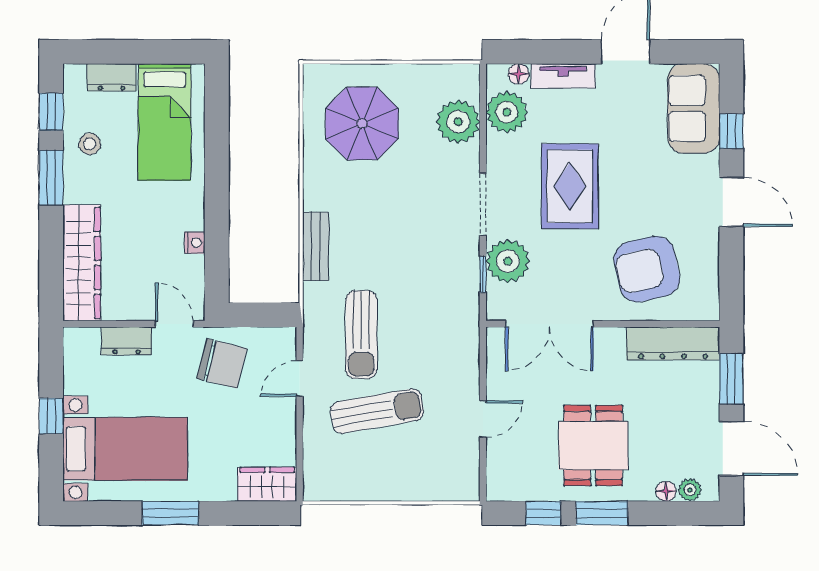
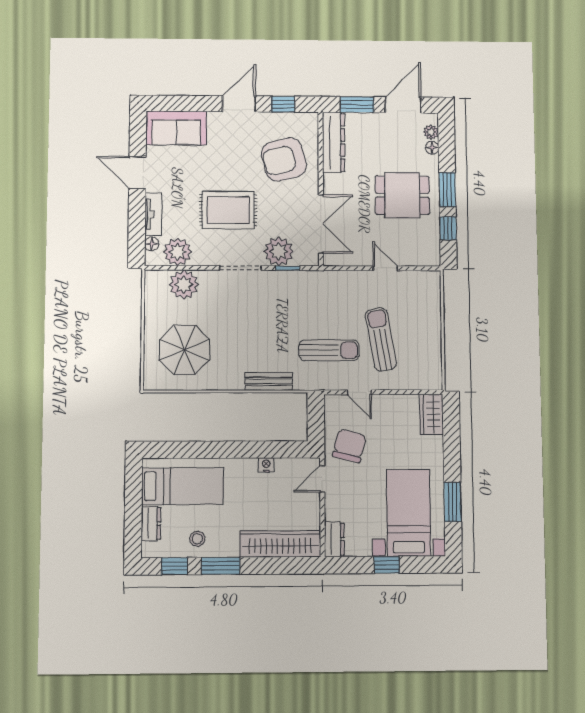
window: (731, 131) -> (283, 104), moved
armchair: (647, 269) -> (284, 159), turned 89
dresser: (126, 341) -> (334, 539), moved
window: (170, 513) -> (453, 502), moved

